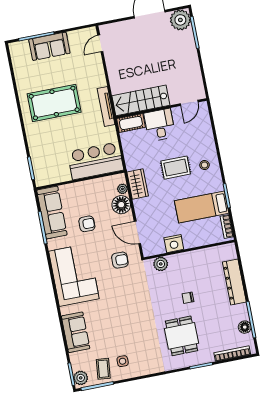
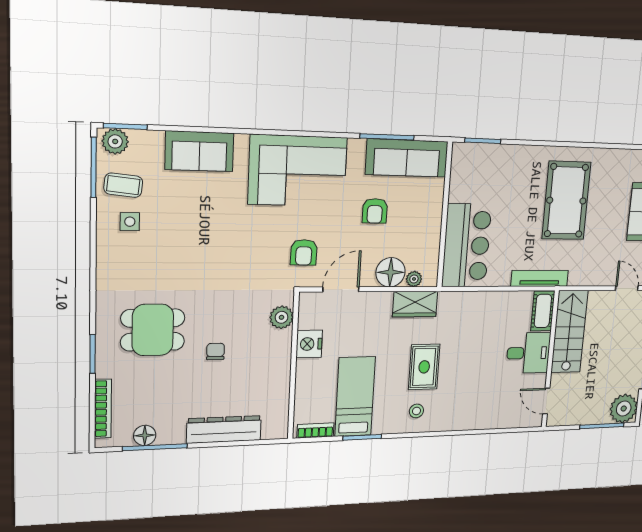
stairs: (141, 100) -> (569, 332), moved
door: (189, 103) -> (546, 401), moved
wall: (161, 108) -> (550, 360), moved
cot: (131, 123) -> (543, 311), moved
desk: (160, 125) -> (528, 353), moved

